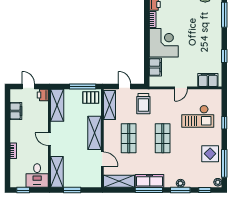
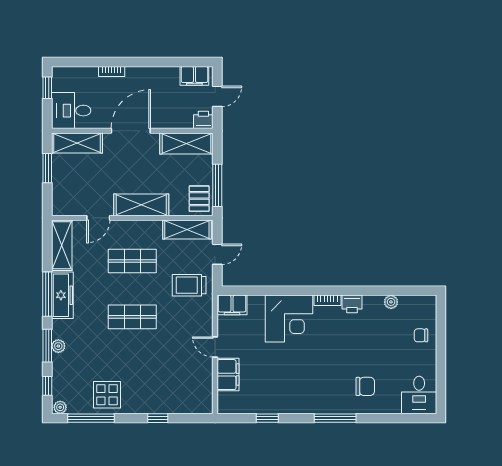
filing cabinet: (155, 67) -> (232, 305), moved
filing cabinet: (208, 80) -> (228, 375), moved
filing cabinet: (16, 111) -> (194, 76), moved
checkout: (198, 116) -> (168, 374), removed
door: (49, 139) -> (131, 131), width x1.88

